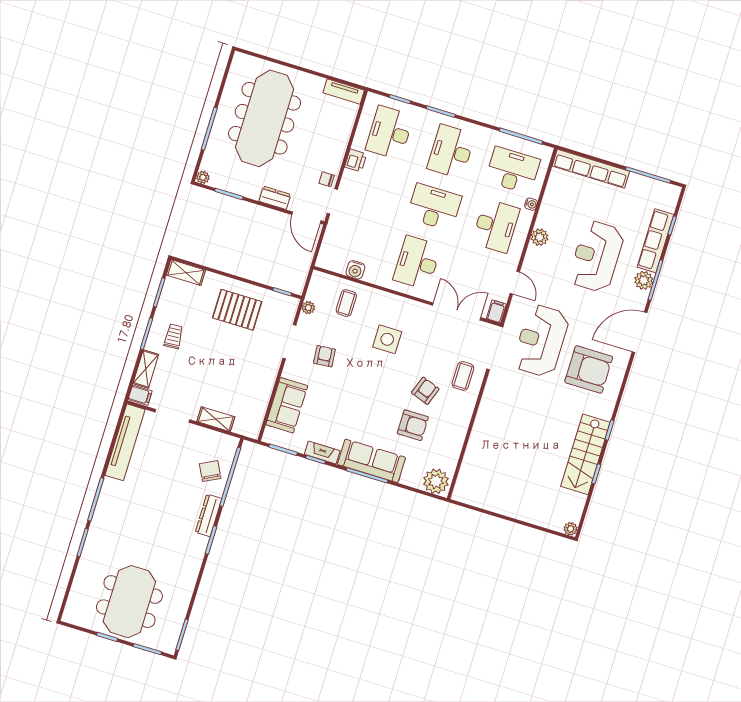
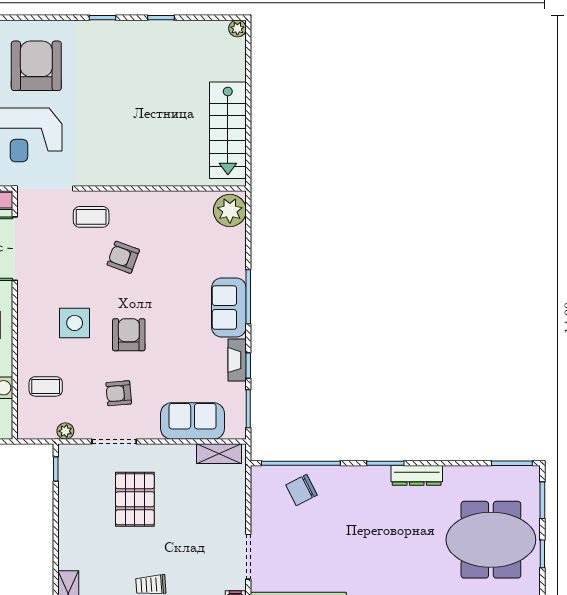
pallet: (237, 310) -> (135, 499), moved
shelving: (216, 419) -> (219, 454), moved, turned 90
armchair: (413, 425) -> (129, 335), moved
stairs: (585, 454) -> (228, 130), moved, turned 90
sofa: (371, 461) -> (229, 308), width x0.73
dresser: (209, 515) -> (417, 475), moved

